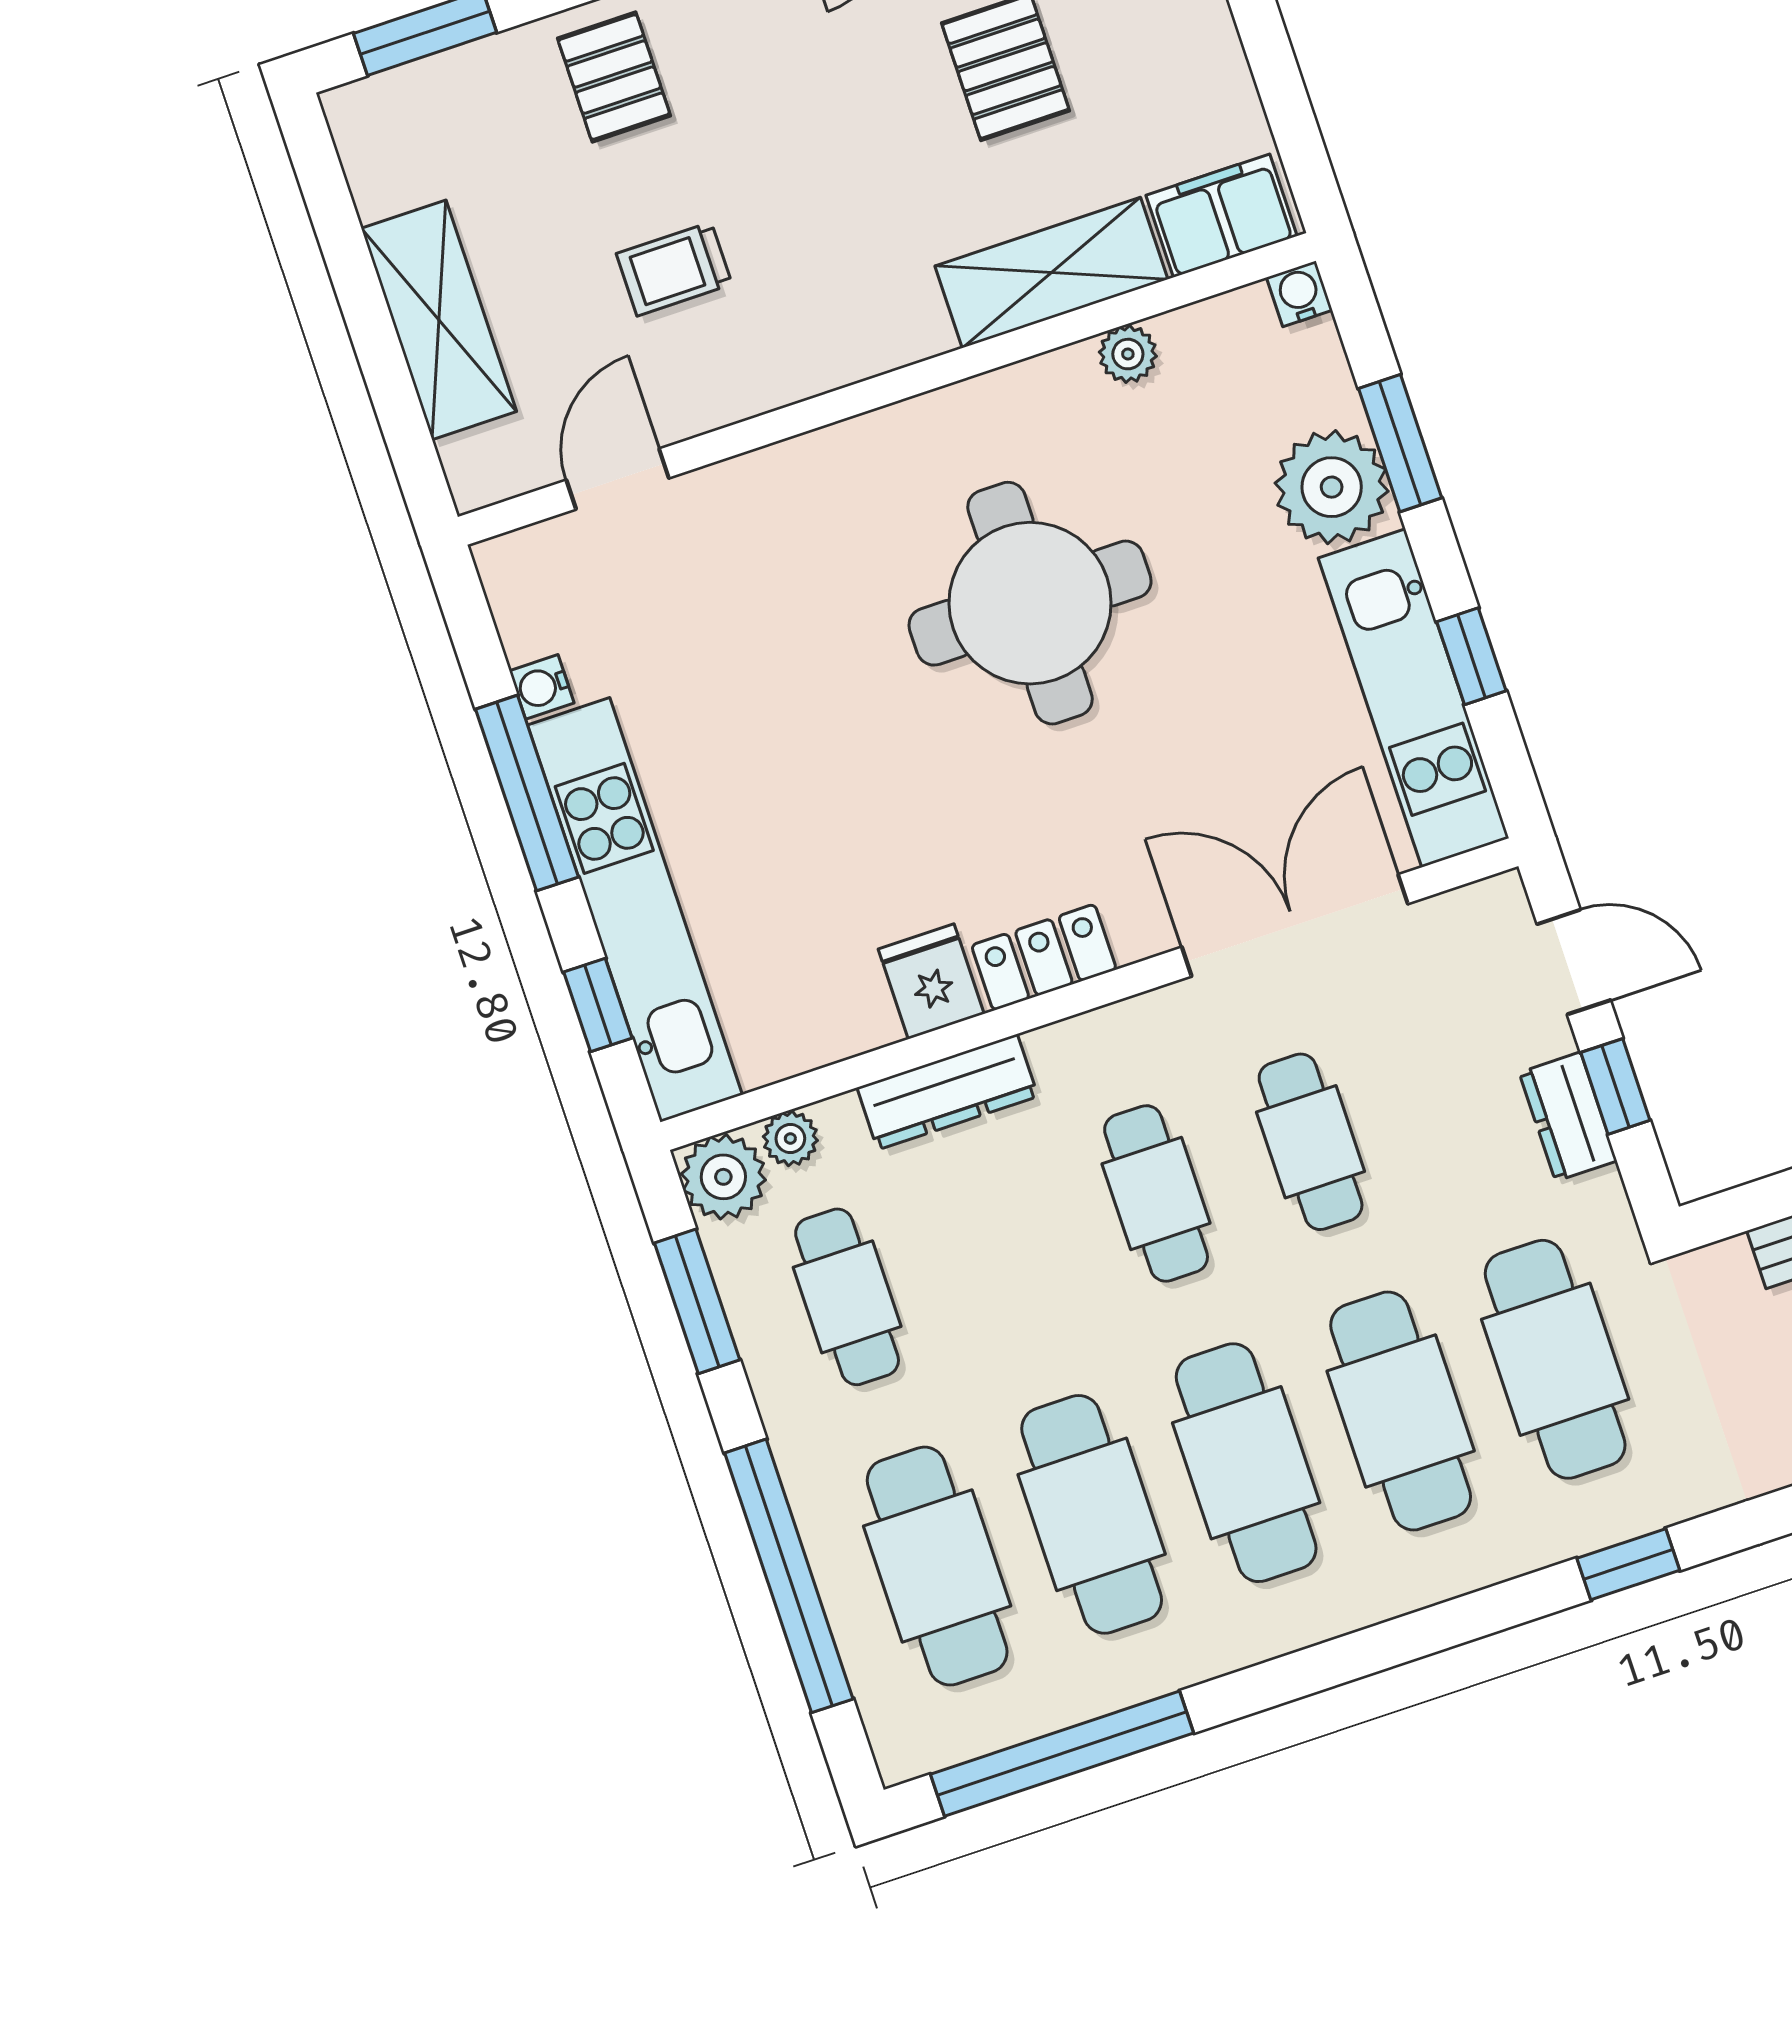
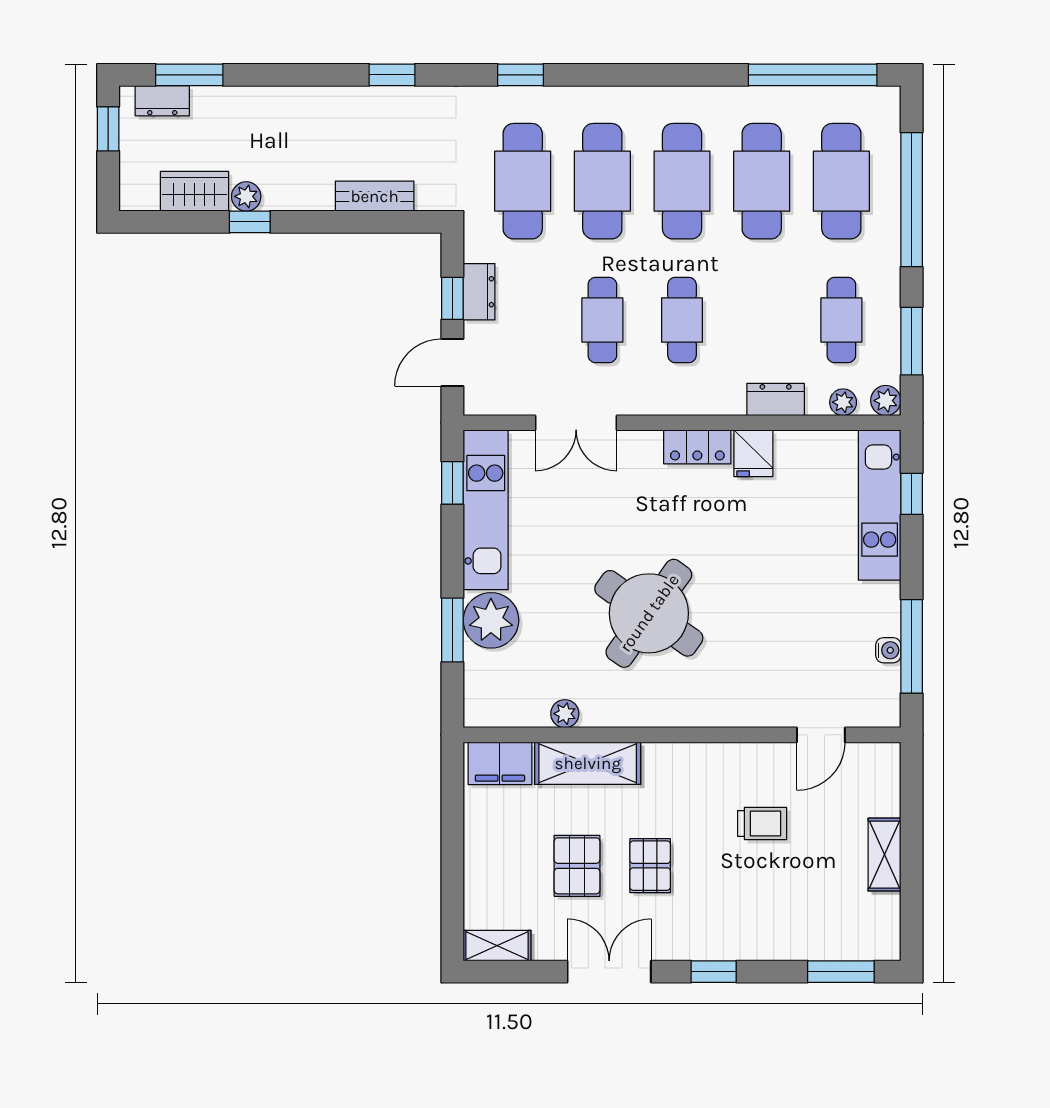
pallet: (614, 77) -> (650, 866), moved
water cooler: (1299, 294) -> (476, 715), removed
shelving: (439, 320) -> (884, 855), width x0.67, depth x0.75
round table: (1030, 603) -> (649, 613), turned 35
window: (1471, 656) -> (452, 483), moved
window: (527, 793) -> (912, 646), moved
kitchen unit: (635, 910) -> (880, 505), width x0.73
double door: (1295, 925) -> (576, 423), width x0.73
door: (1574, 962) -> (452, 363), hinge flipped
dresser: (947, 1092) -> (776, 399), width x0.70
plant: (723, 1177) -> (886, 401), width x0.73, depth x0.73

